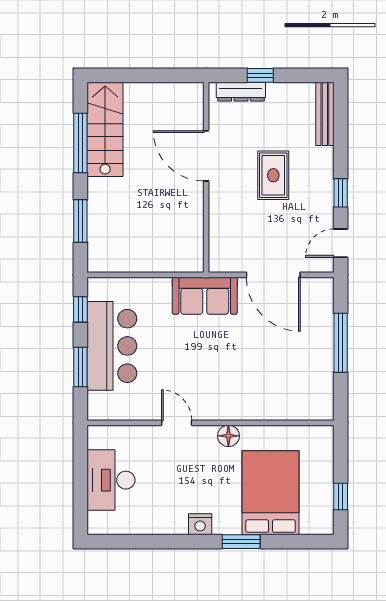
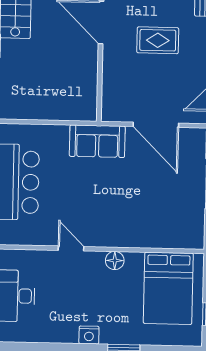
rug: (273, 175) -> (158, 40), turned 90
bed: (271, 493) -> (168, 288), moved, turned 180

